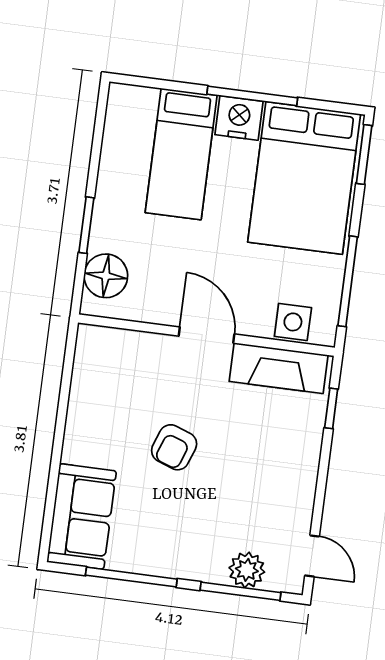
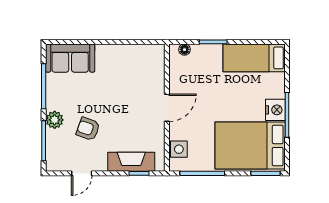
bed: (181, 154) -> (254, 58), moved
floor lamp: (106, 276) -> (185, 50), width x0.53, depth x0.53
fireplace: (279, 368) -> (131, 162), moved, turned 90
armchair: (174, 447) -> (88, 129), moved
door: (312, 556) -> (82, 173), moved
plant: (247, 570) -> (55, 120), moved

